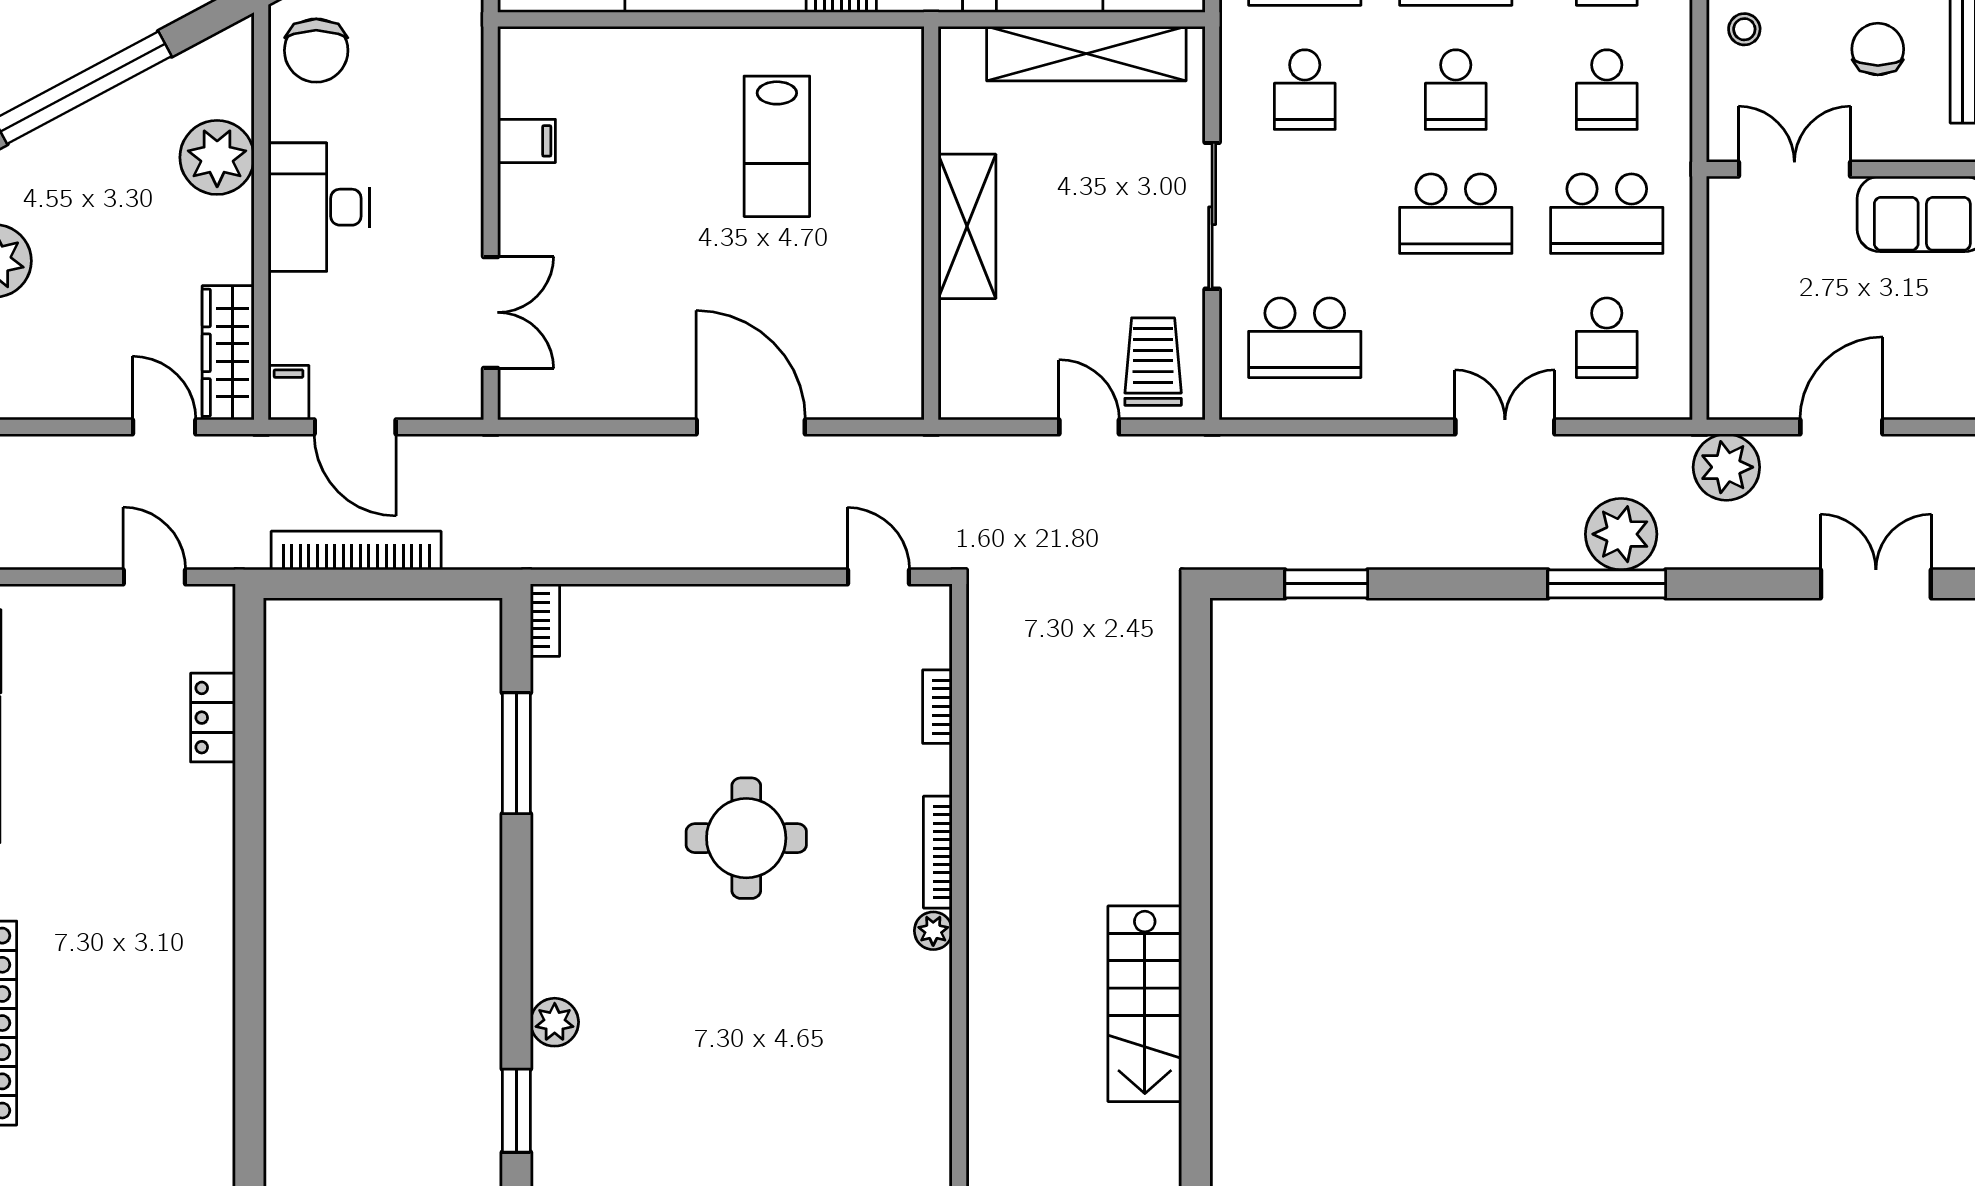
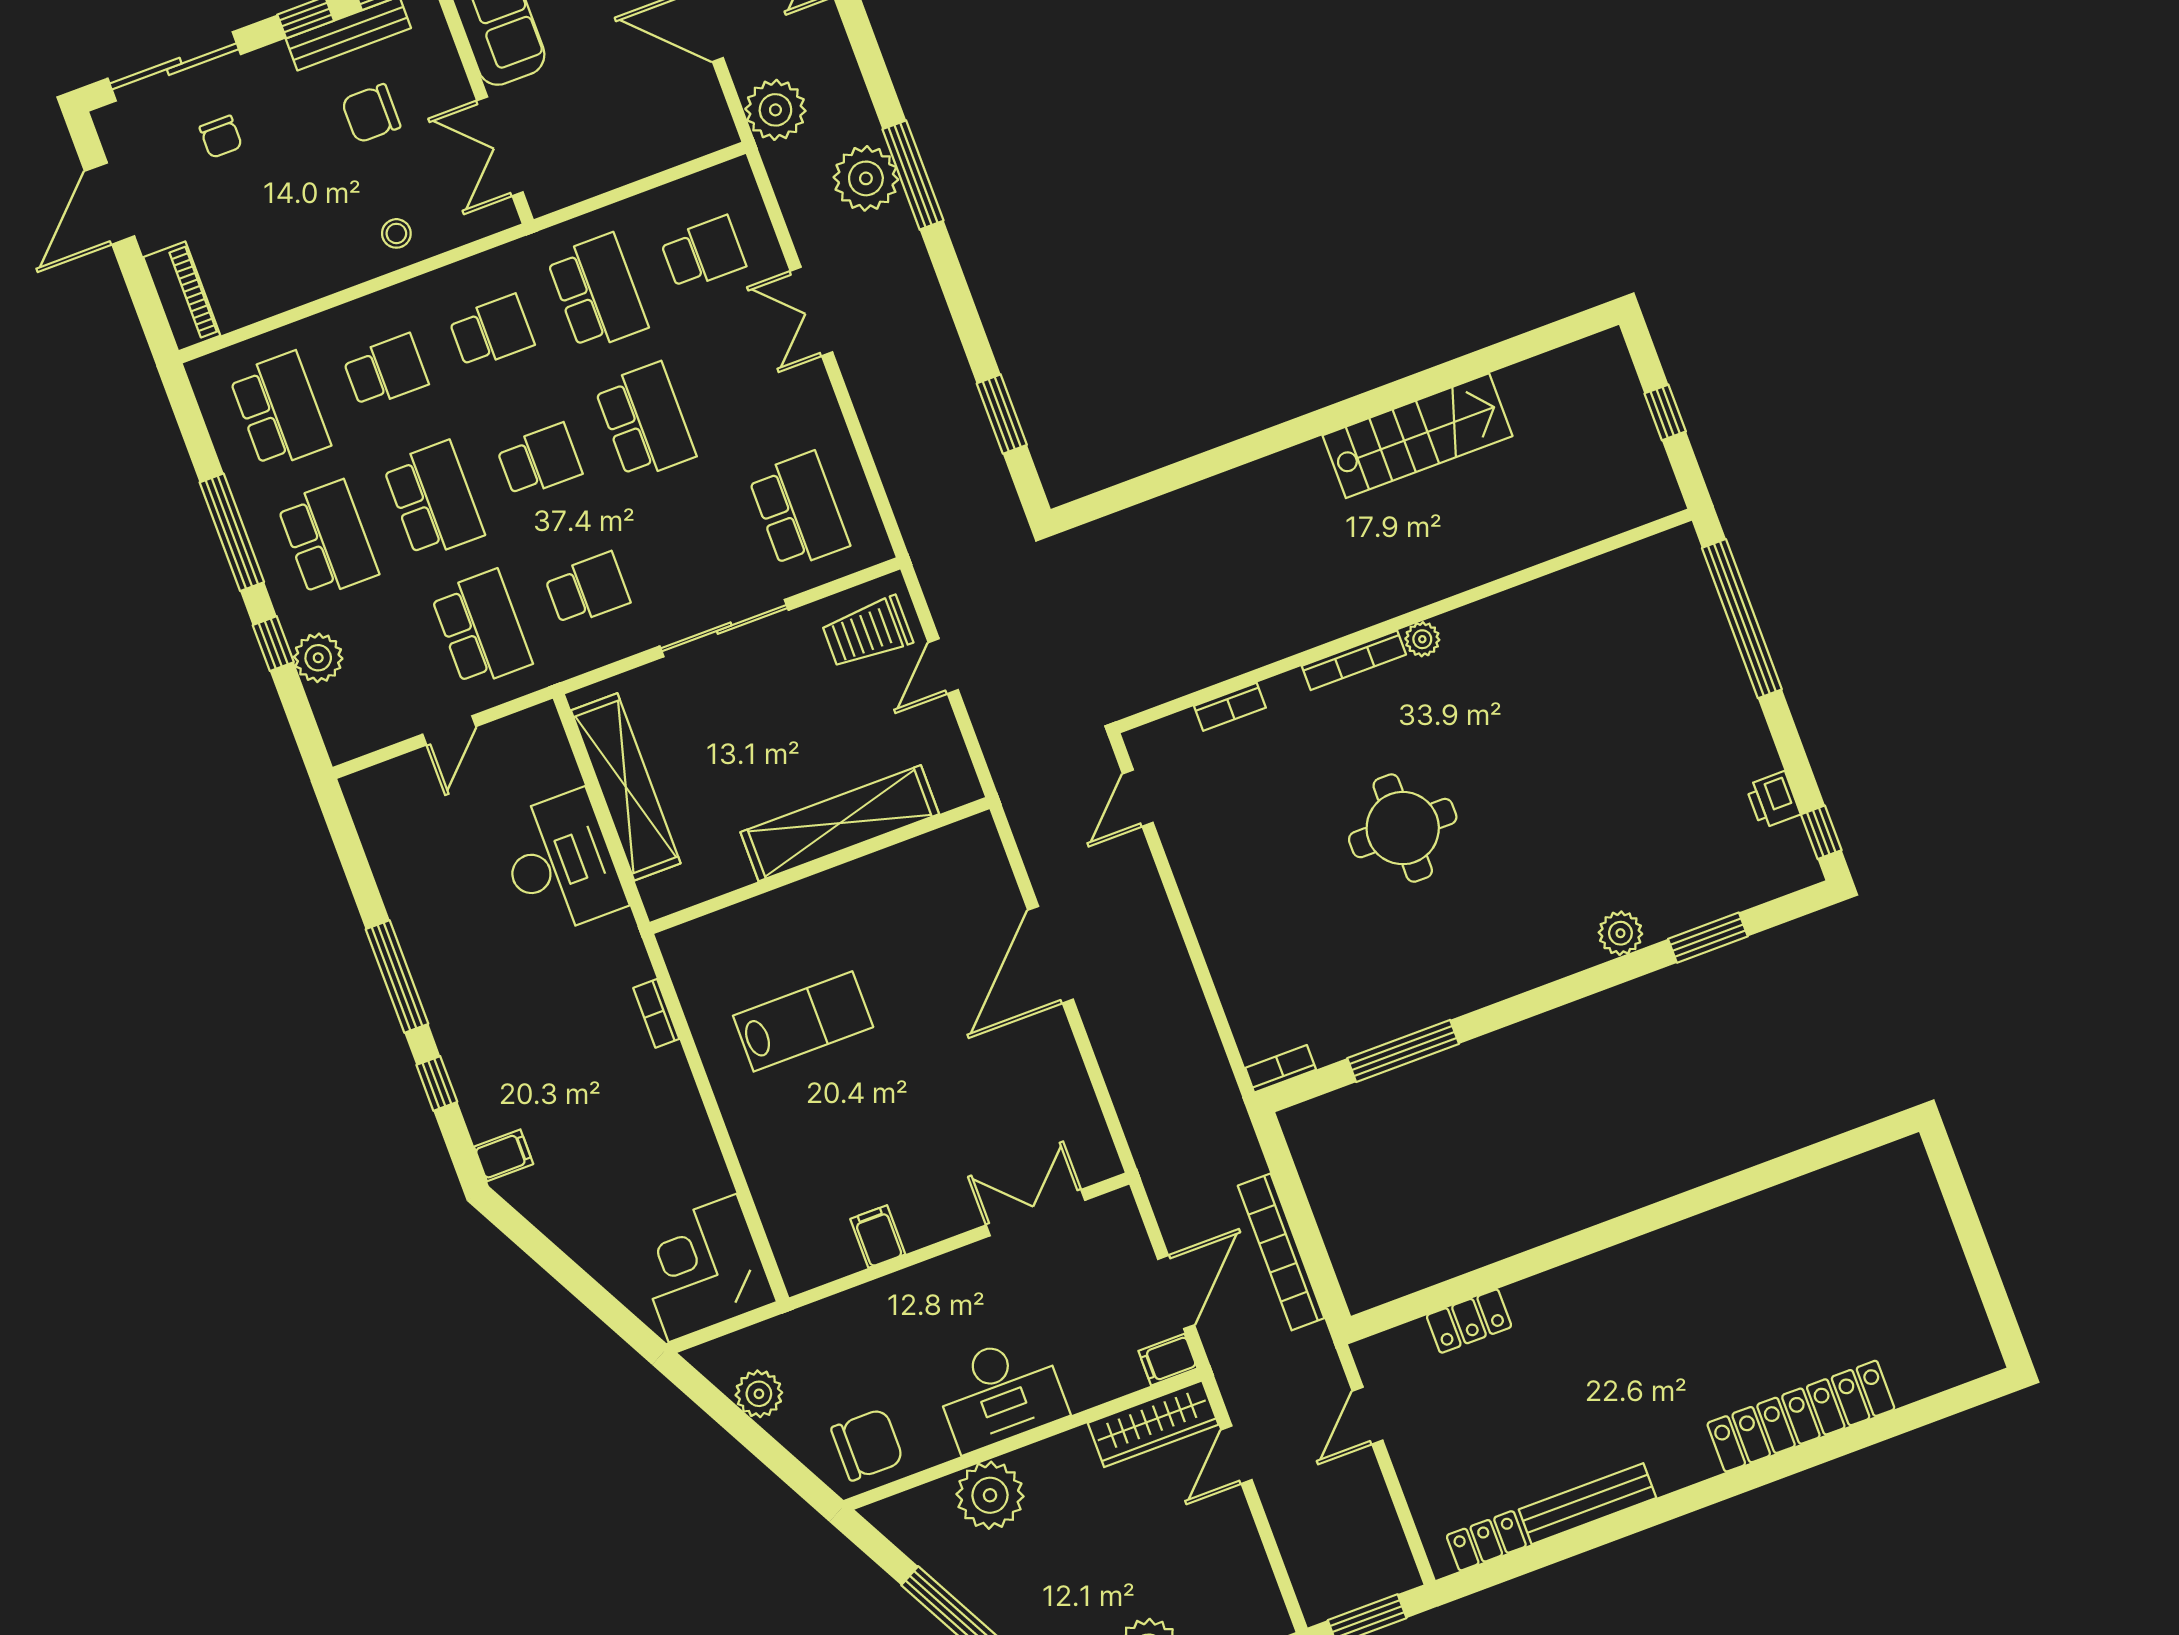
shelving: (967, 226) -> (840, 823), width x1.47

